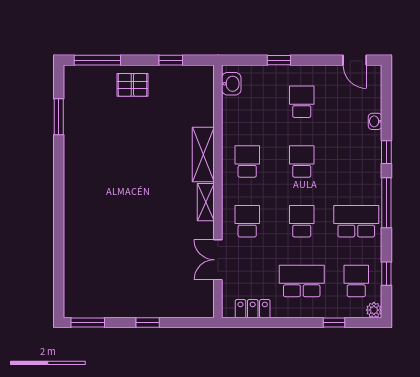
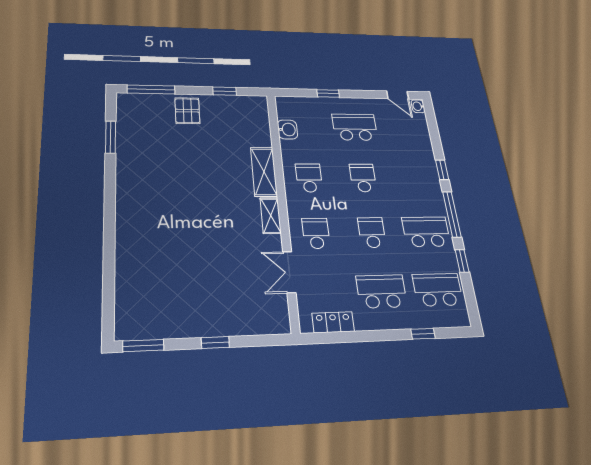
washbasin: (231, 84) -> (287, 129), moved
pallet: (132, 85) -> (187, 111), turned 90
school desk: (302, 102) -> (355, 127), width x1.85
washbasin: (375, 121) -> (418, 106), moved
window: (386, 274) -> (462, 261), moved
school desk: (356, 281) -> (438, 290), width x1.85
plant: (374, 310) -> (462, 319), removed

